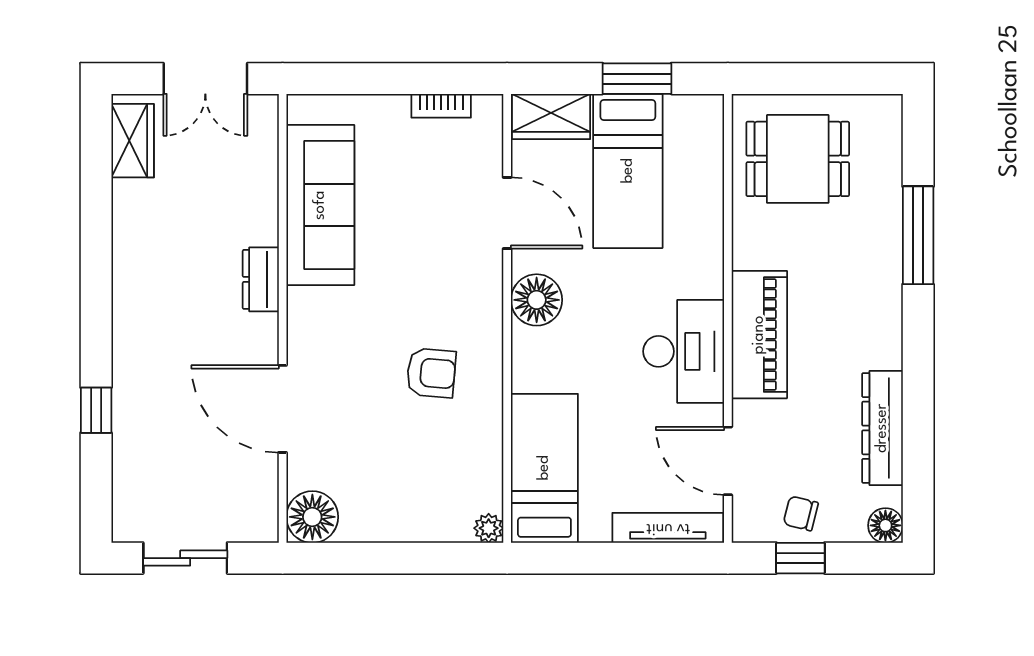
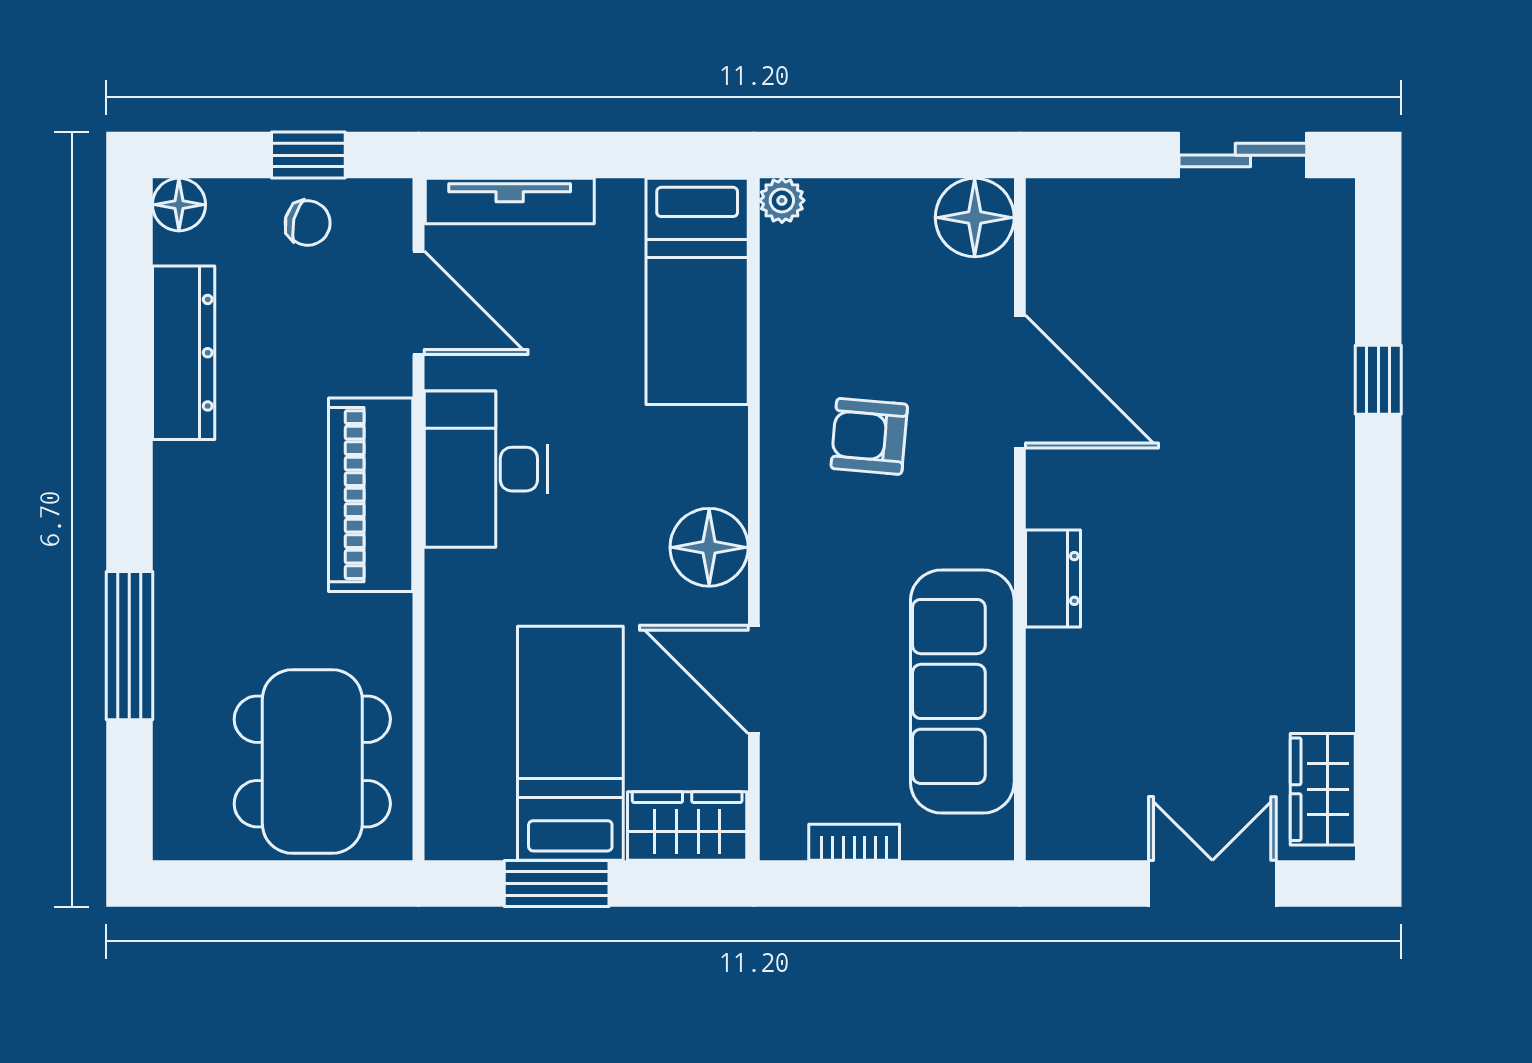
dining table: (798, 159) -> (312, 761), width x1.38
sofa: (320, 205) -> (962, 691), moved
dresser: (261, 279) -> (1053, 578), moved
wall: (283, 318) -> (1020, 519), moved
door: (283, 409) -> (1020, 382), moved
floor lamp: (312, 517) -> (975, 218), moved

